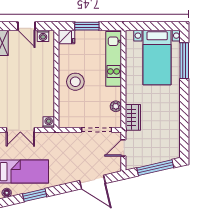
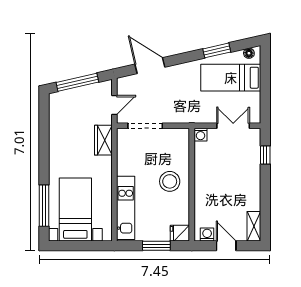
plant: (116, 106) -> (123, 153), removed

